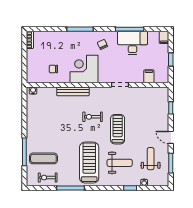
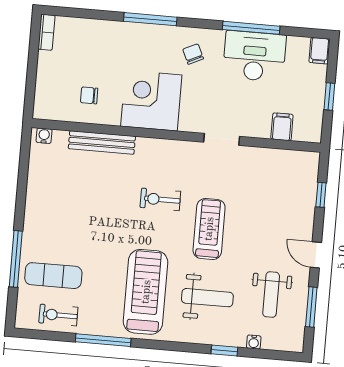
bench: (73, 91) -> (102, 142), moved
weight bench: (151, 159) -> (271, 295), turned 180

